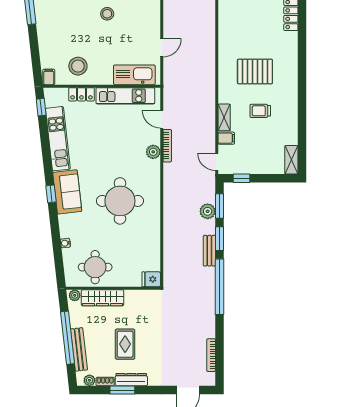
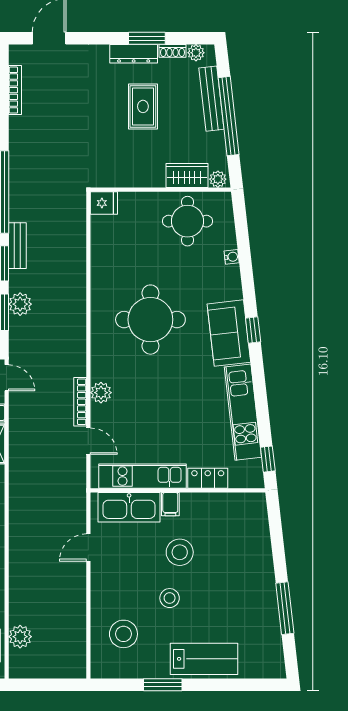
stool: (78, 66) -> (180, 552), moved
filing cabinet: (49, 77) -> (170, 504), moved
wardrobe: (103, 298) -> (187, 175), width x0.67

